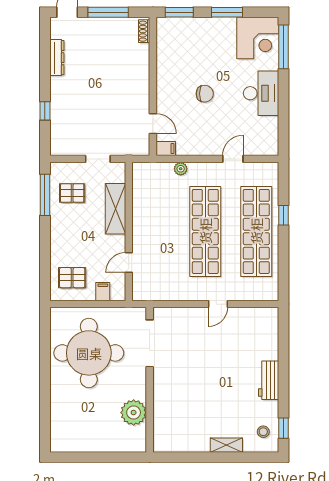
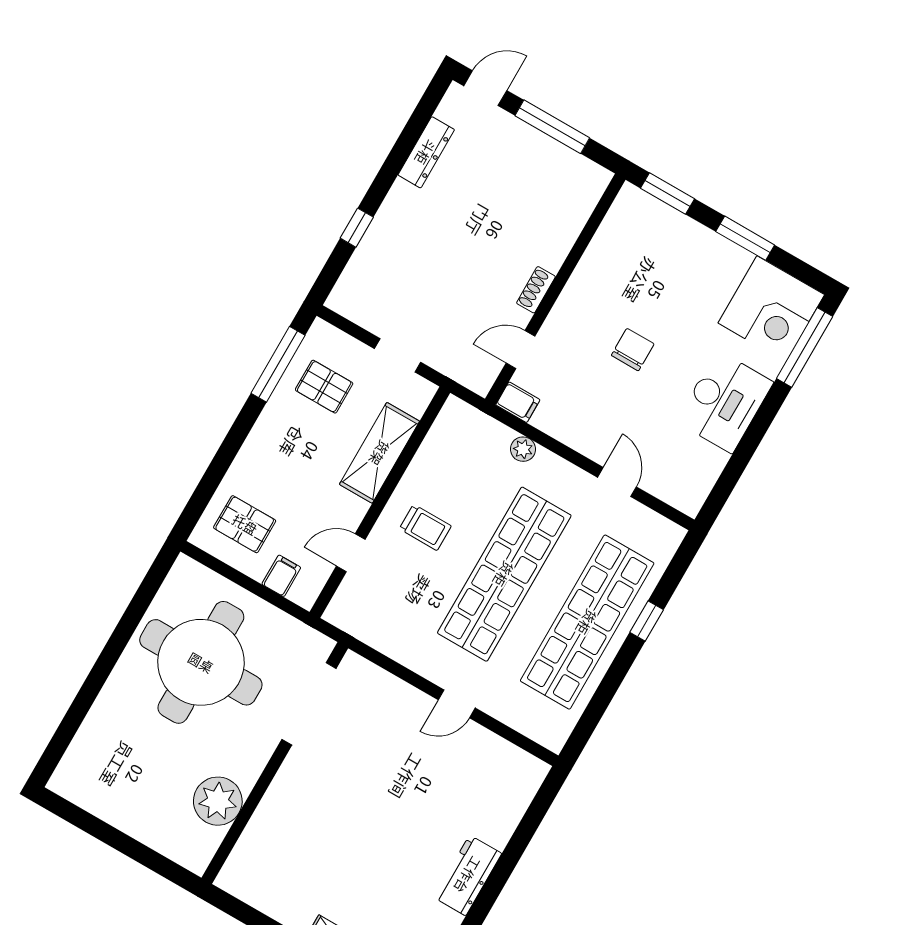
shoe rack: (144, 31) -> (536, 290), moved
chair: (205, 94) -> (633, 350), turned -90
door: (153, 124) -> (520, 350), swing flipped
door: (233, 159) -> (617, 482), hinge flipped
trolley: (156, 231) -> (425, 527), added

